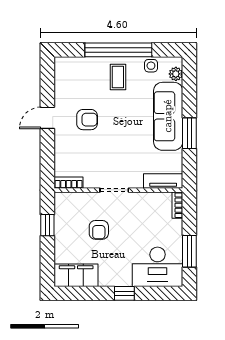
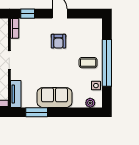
sofa: (168, 116) -> (54, 98), width x0.73
window: (189, 133) -> (37, 112), moved
window: (47, 164) -> (28, 14), added

